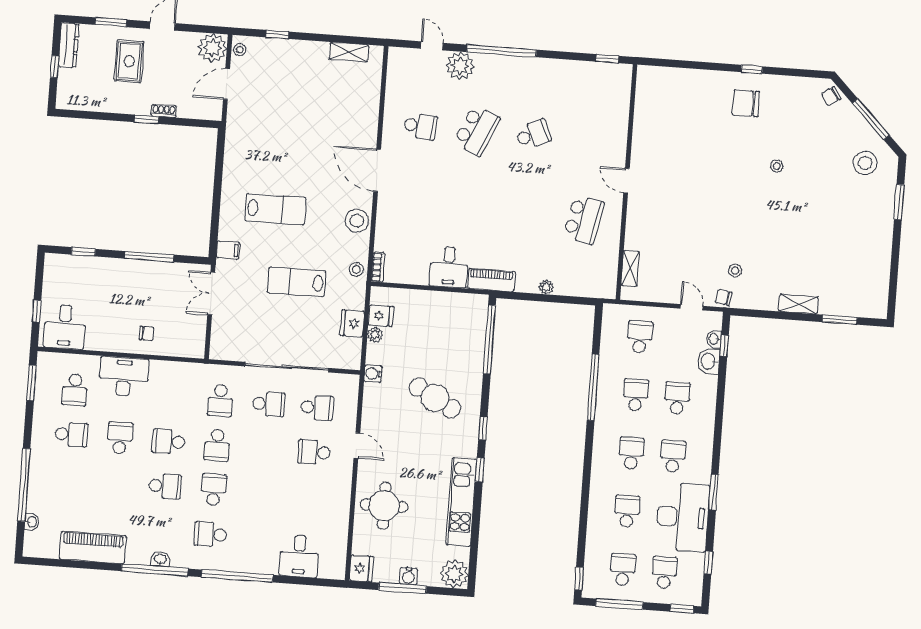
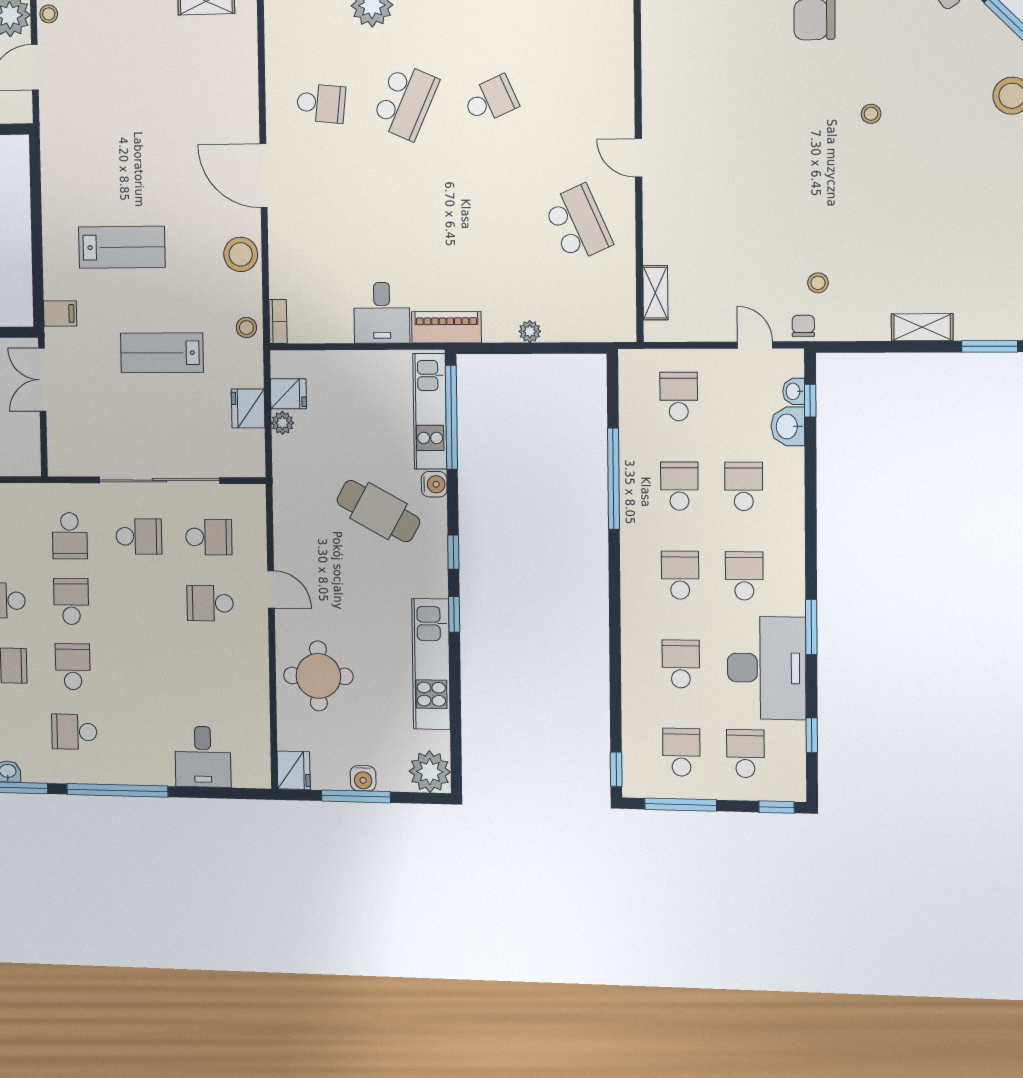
school desk: (584, 220) -> (578, 223), turned -36
chair: (724, 297) -> (803, 326), turned 81
kitchen unit: (475, 334) -> (430, 411), added
water cooler: (373, 374) -> (434, 484), moved, turned 180
school desk: (217, 445) -> (71, 601), turned 180

